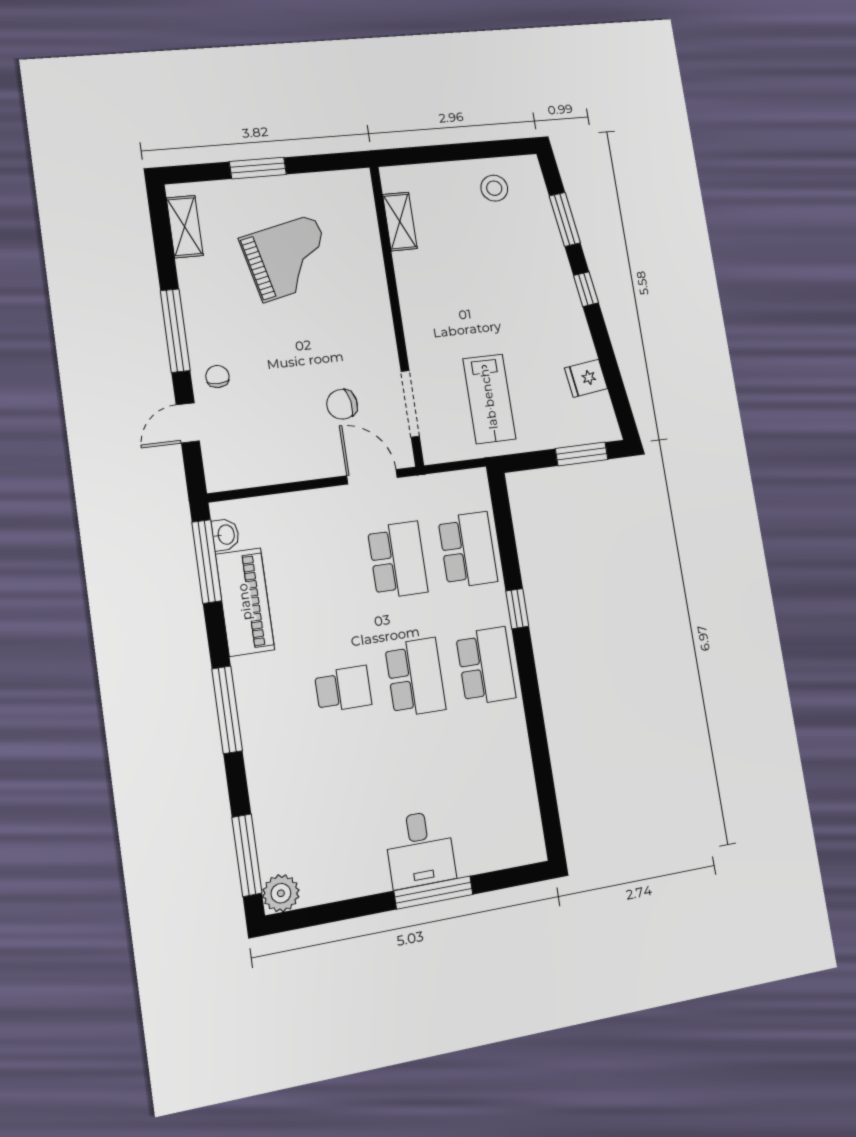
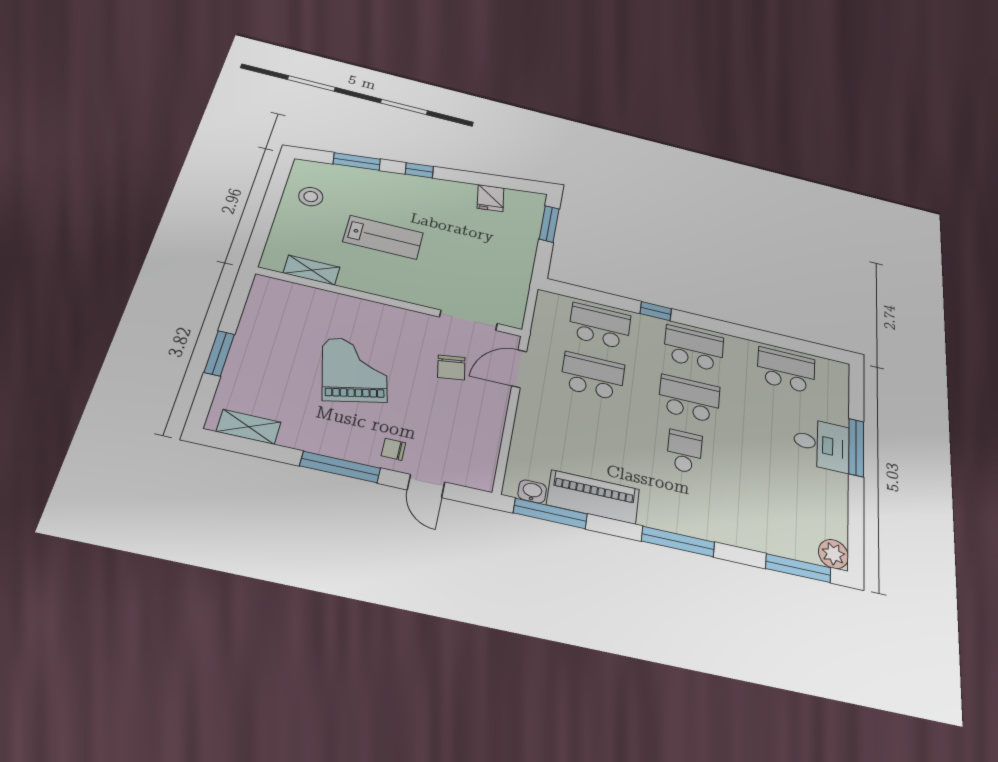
grand piano: (289, 258) -> (355, 370), moved
lab bench: (489, 399) -> (383, 237), moved
school desk: (504, 784) -> (786, 370), added

